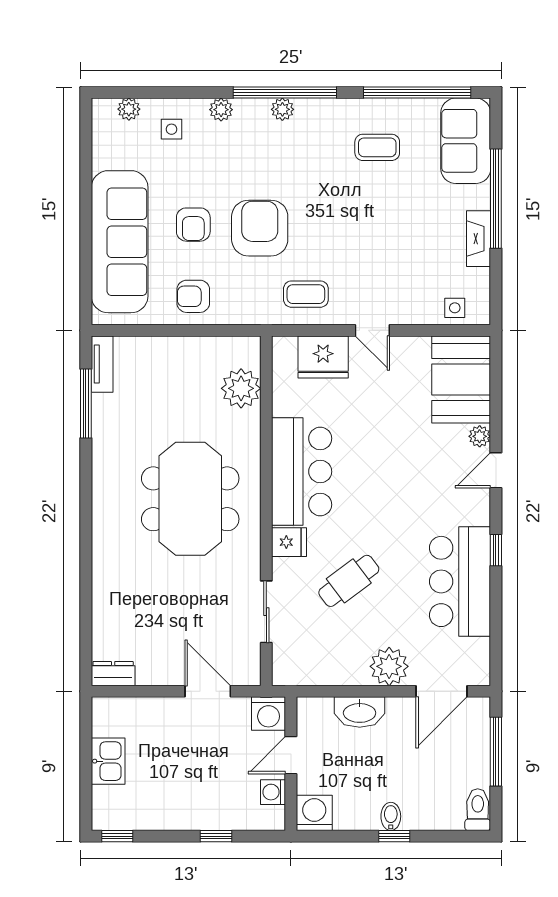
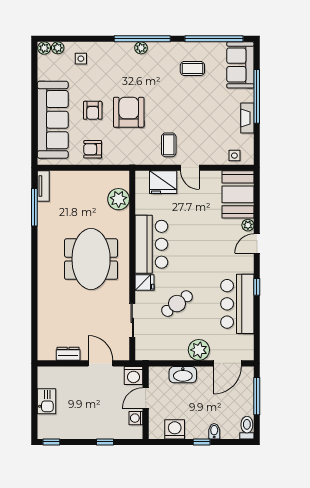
plant: (221, 110) -> (44, 48), moved
coffee table: (306, 294) -> (169, 145), moved, turned 90
dresser: (113, 674) -> (68, 354), moved
washing machine: (314, 813) -> (175, 429), moved
bidet: (391, 816) -> (214, 431), moved

